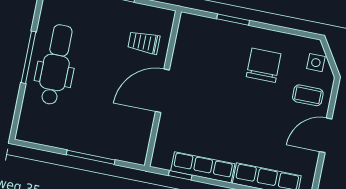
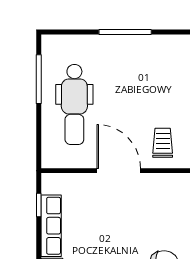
dental chair: (56, 65) -> (74, 104), moved, turned 90
window: (91, 157) -> (39, 79), moved

